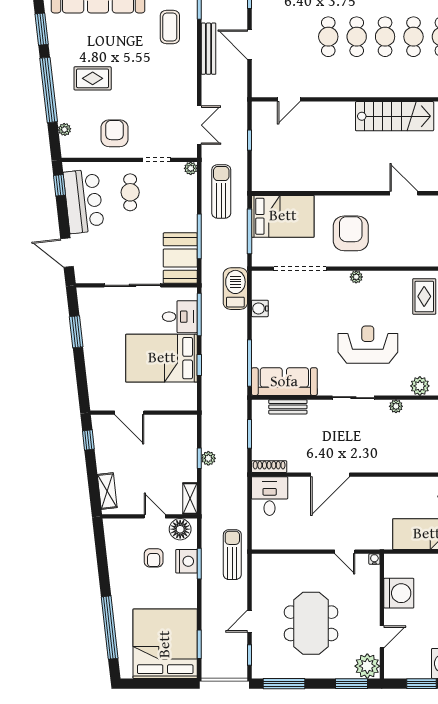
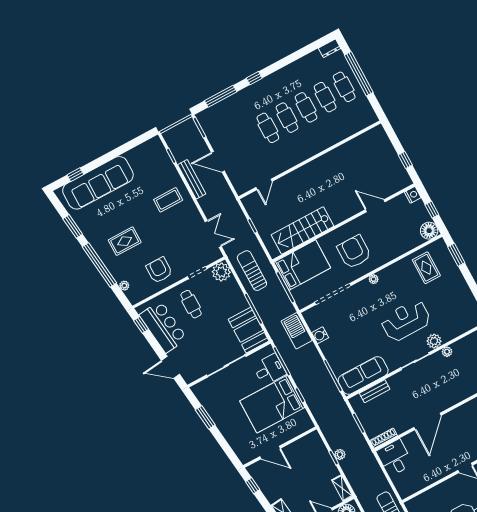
coffee table: (170, 27) -> (168, 200), moved, turned 90
stairs: (395, 116) -> (302, 230), moved, turned 180
plant: (191, 168) -> (221, 272), width x1.87, depth x1.87
plant: (420, 386) -> (434, 341), moved

